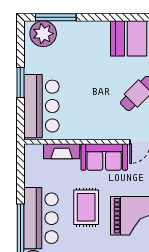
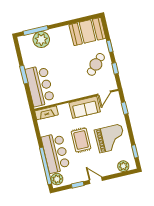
plant: (43, 34) -> (41, 40), moved
fireplace: (62, 151) -> (47, 113), moved

